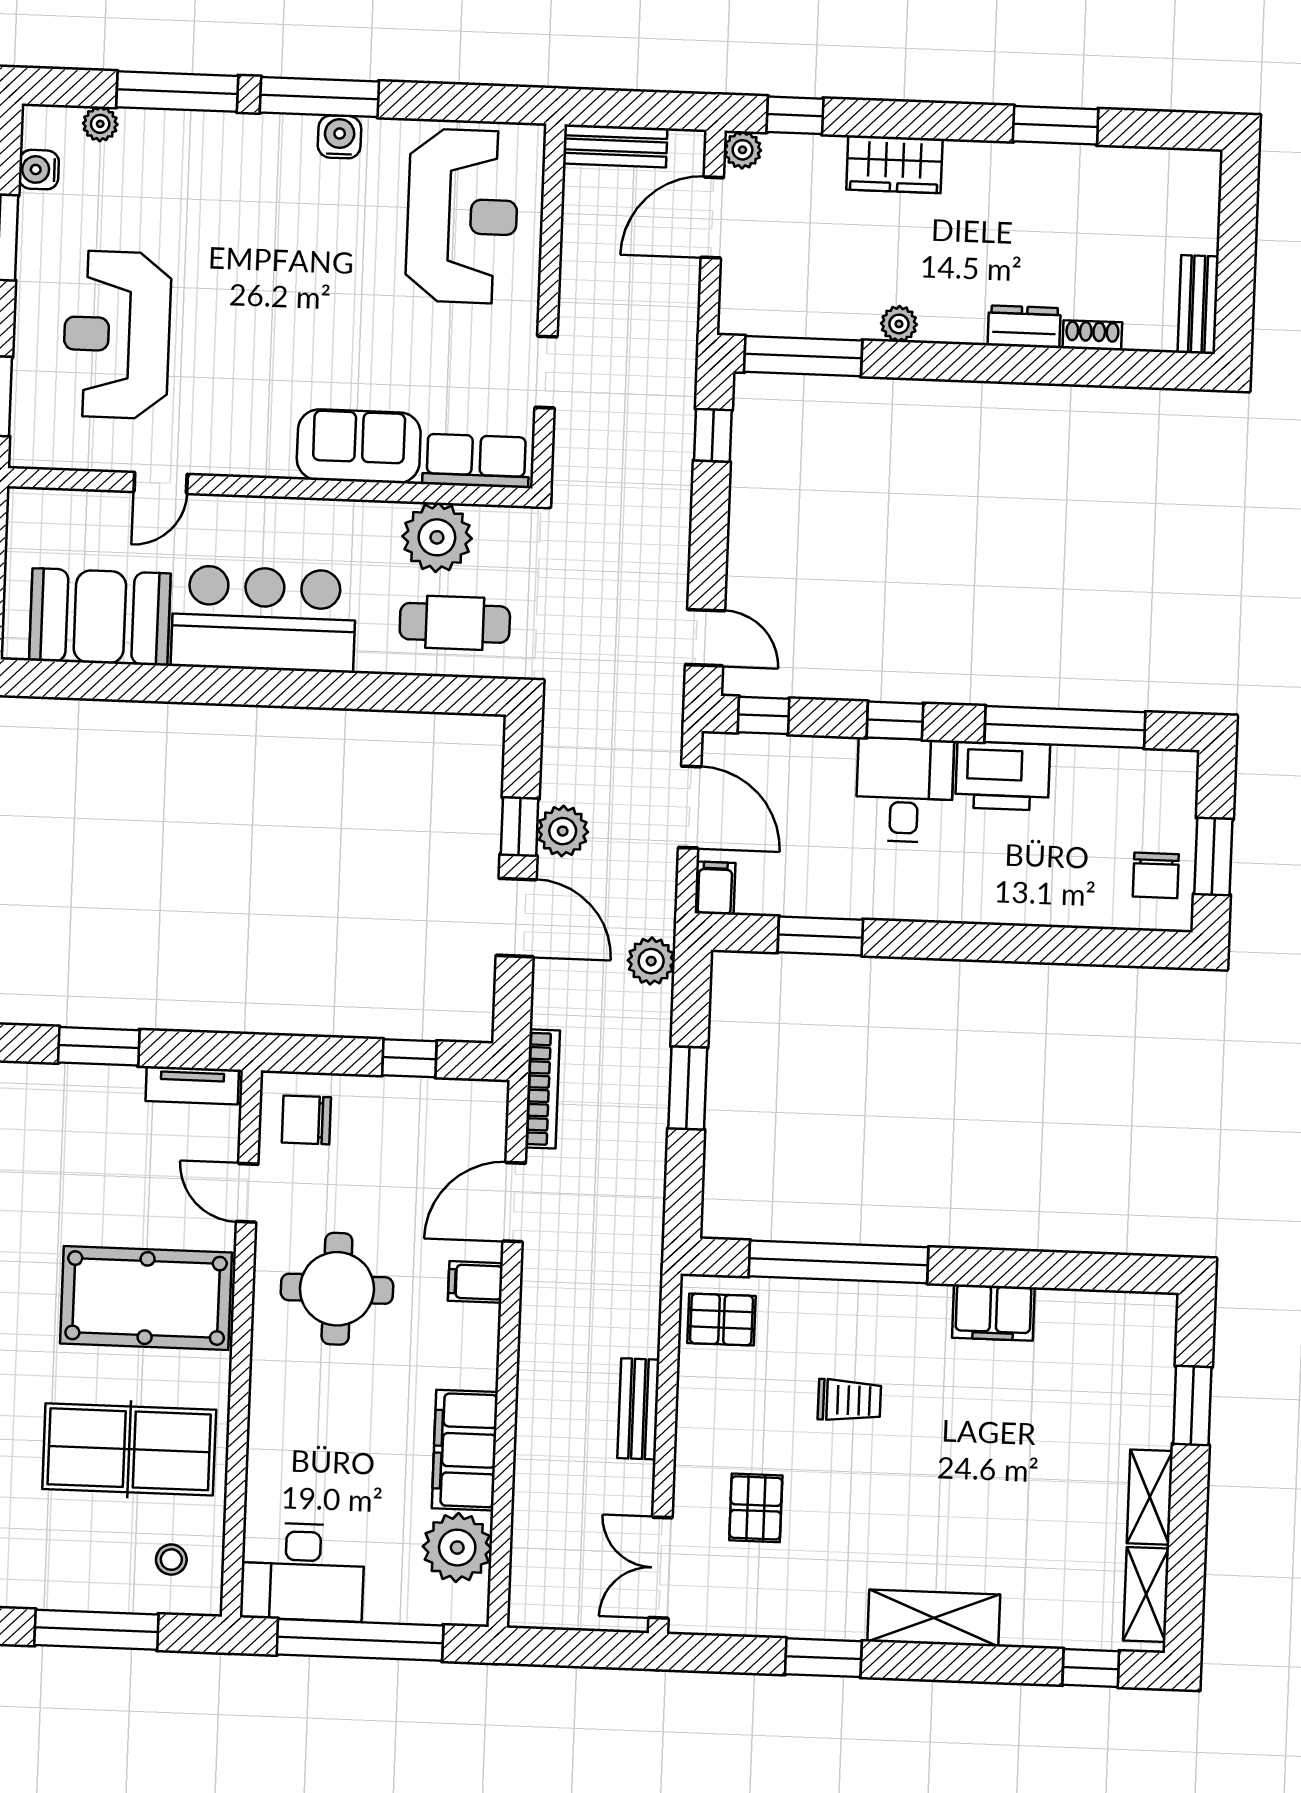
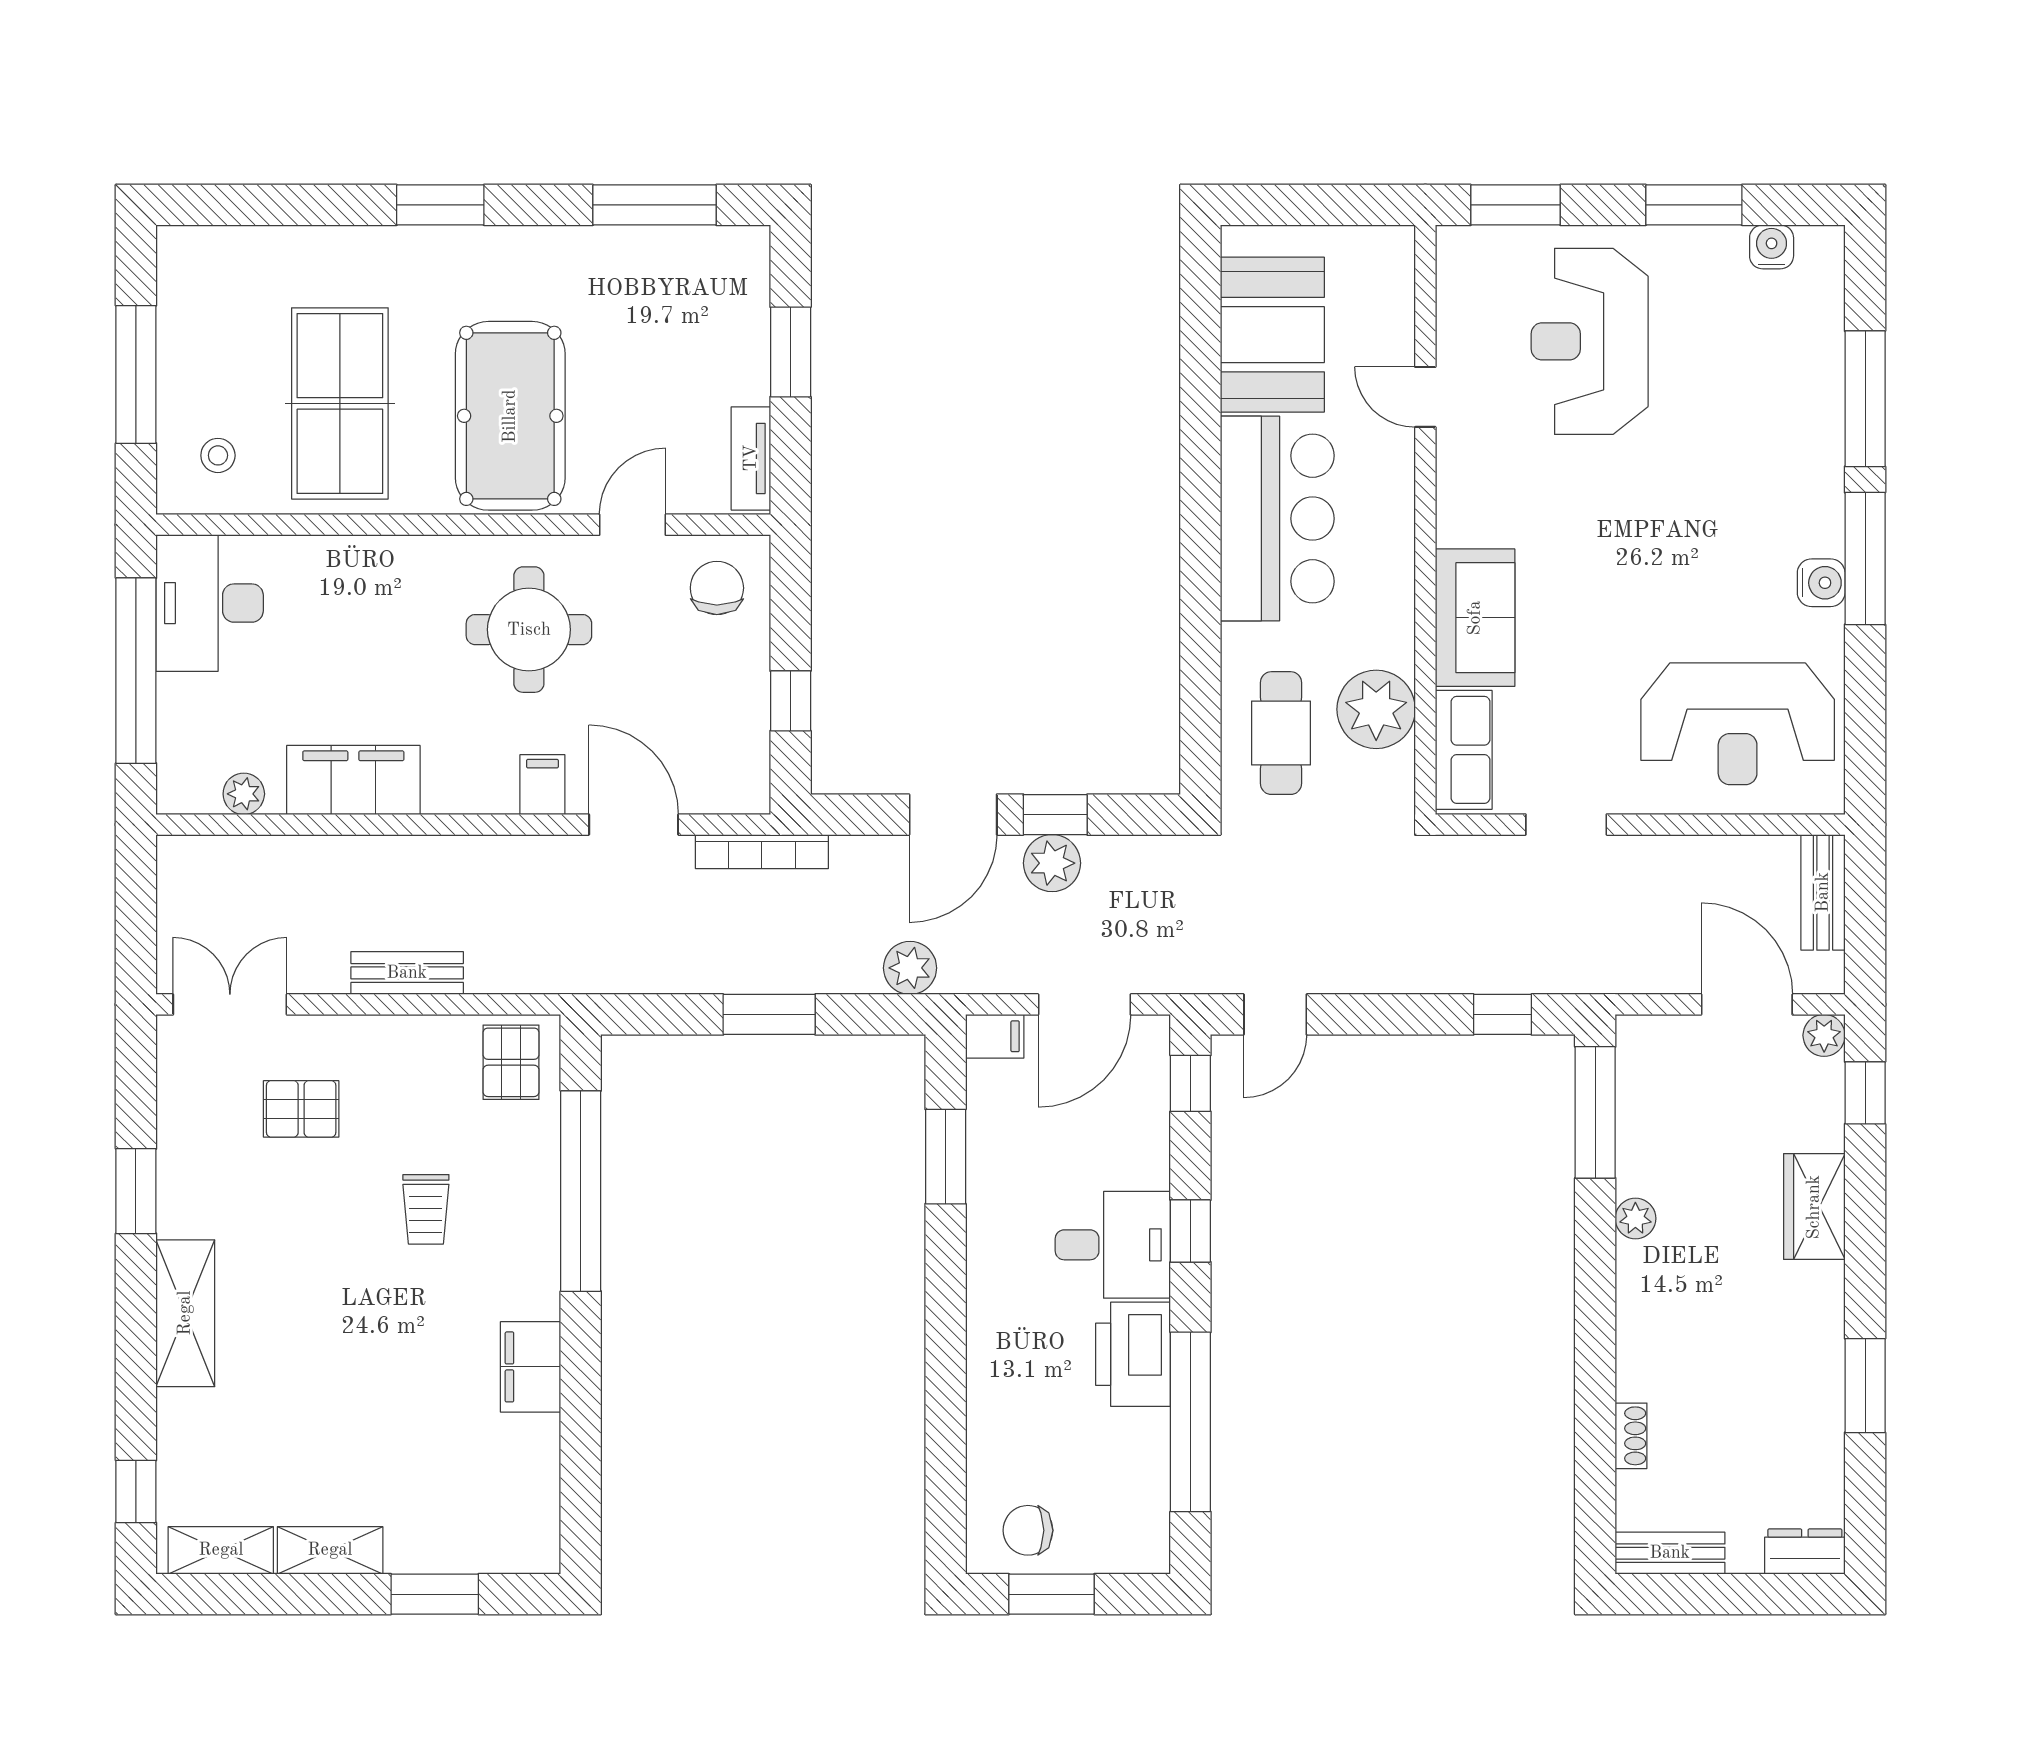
plant: (100, 124) -> (1825, 314), removed
dresser: (1024, 327) -> (1805, 1552), moved, turned -90
reception desk: (117, 335) -> (1590, 341), turned -90
plant: (457, 1548) -> (244, 794), width x0.53, depth x0.53

